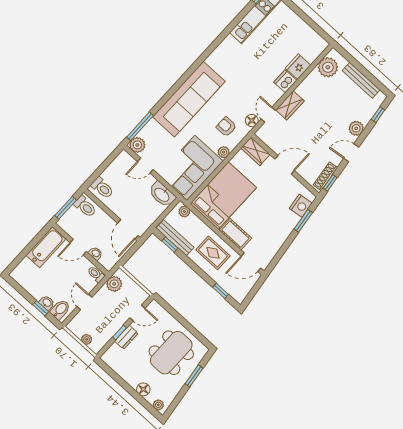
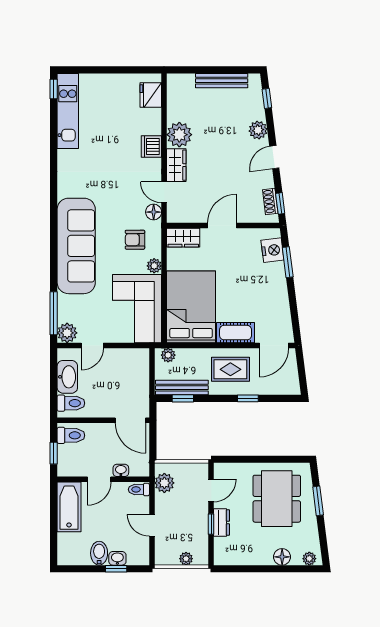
fridge: (298, 67) -> (151, 95), moved
plant: (328, 67) -> (179, 135), moved
shoe rack: (325, 176) -> (270, 201), width x0.70
washbasin: (162, 194) -> (67, 377), moved, turned -90
window: (66, 208) -> (54, 453), width x0.67
window: (221, 291) -> (248, 398), moved
bidet: (60, 310) -> (99, 553), moved

